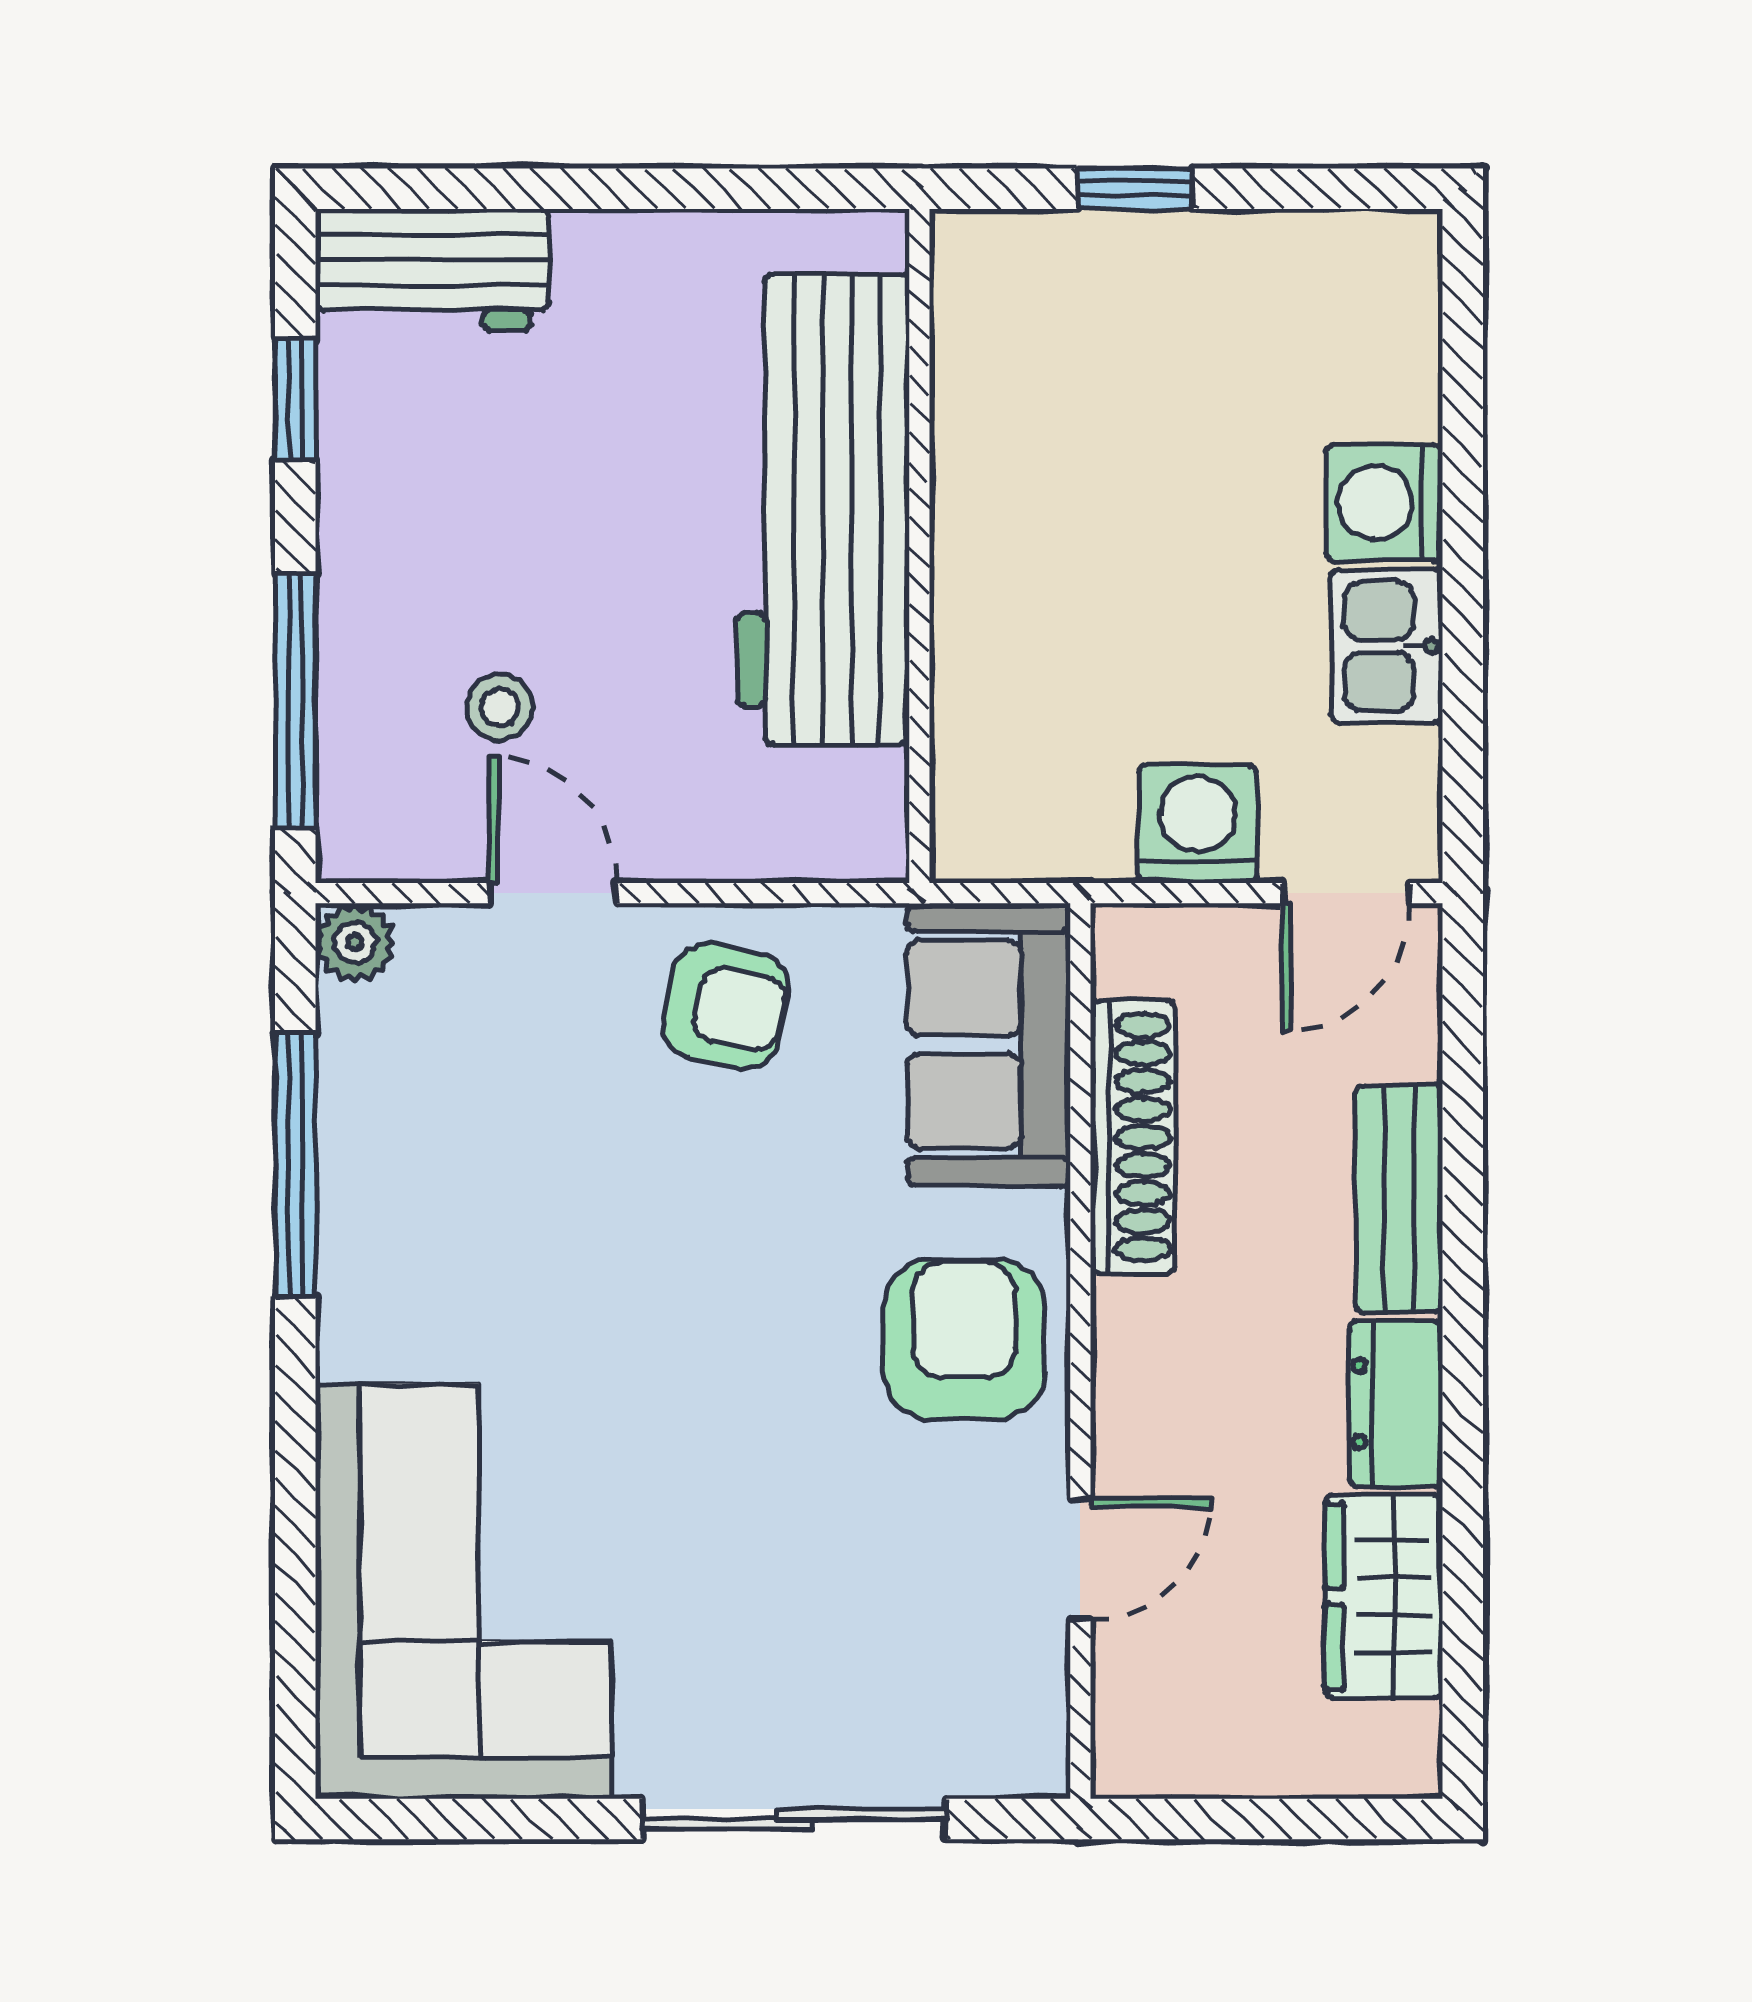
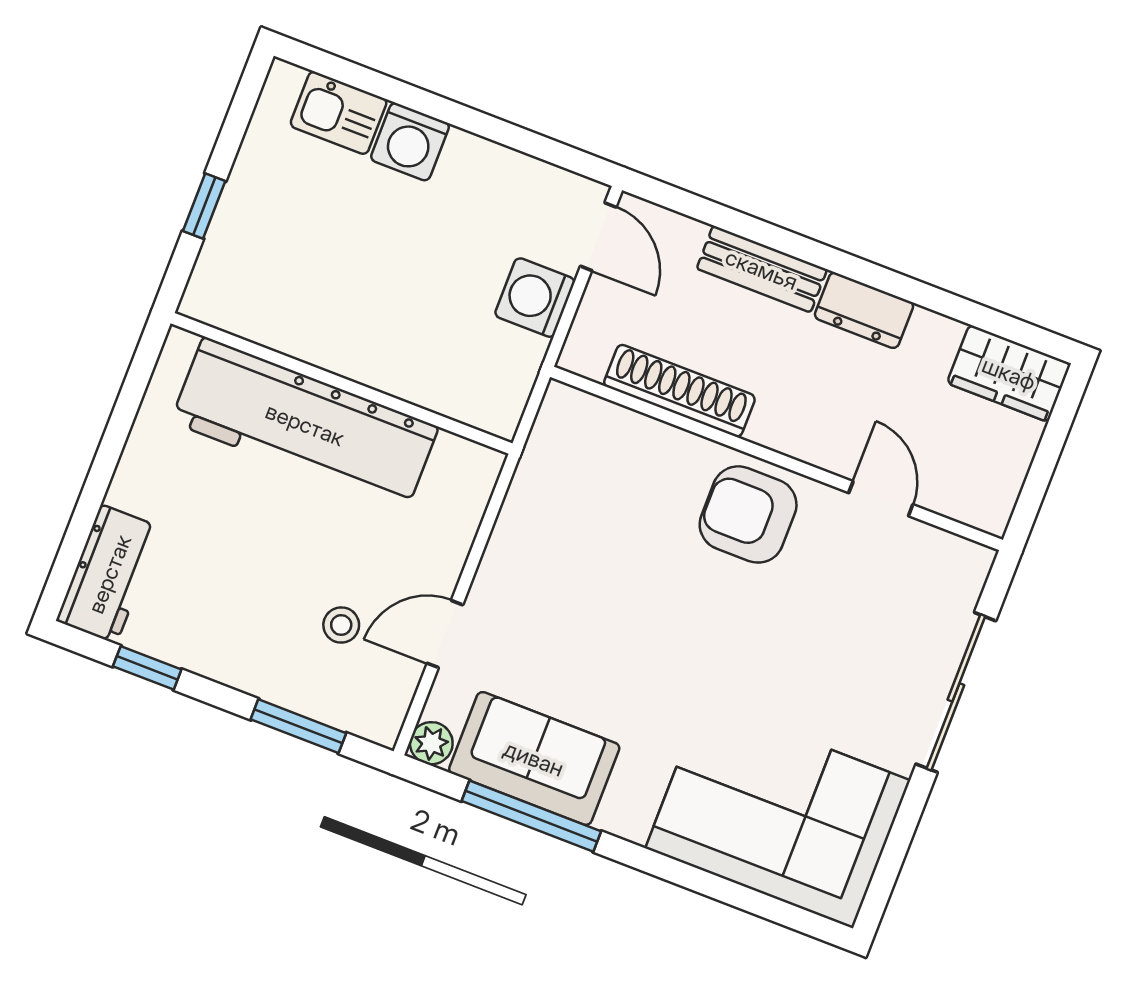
kitchen sink: (1387, 646) -> (339, 113), moved
window: (295, 701) -> (298, 726), width x0.69
armchair: (726, 1006) -> (535, 569), removed
sofa: (989, 1045) -> (534, 758), moved, turned 180
wardrobe: (1384, 1596) -> (1009, 373), moved

